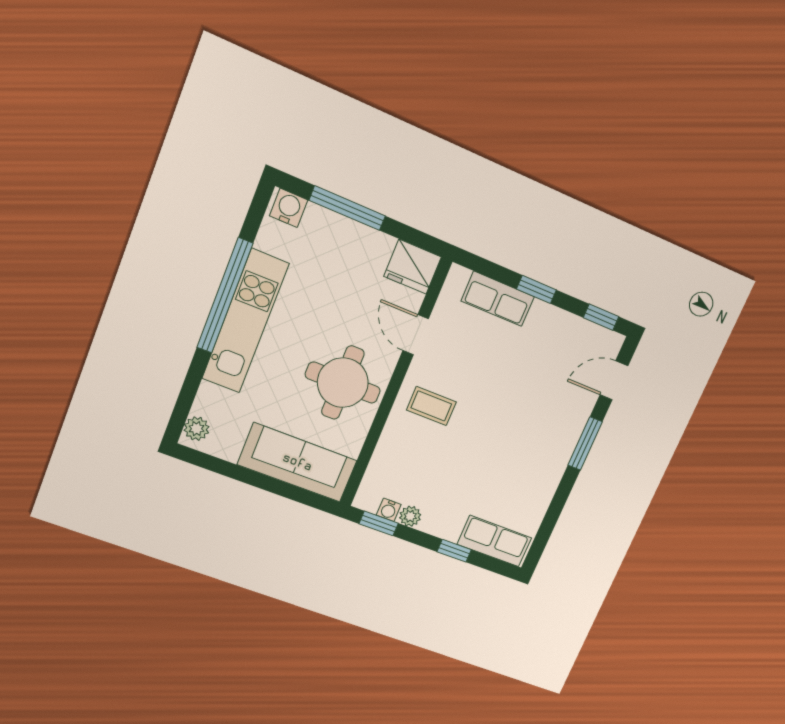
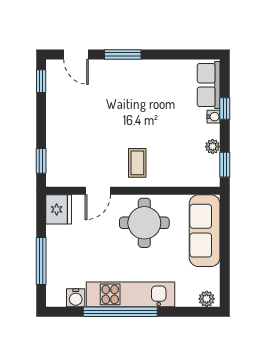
water cooler: (289, 208) -> (76, 298), moved, turned -90
window: (537, 289) -> (41, 161), moved
row of seats: (498, 299) -> (56, 150), removed
water cooler: (389, 510) -> (213, 117), moved

